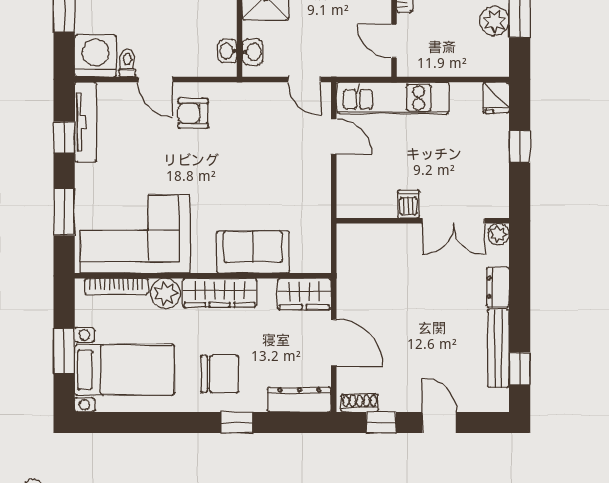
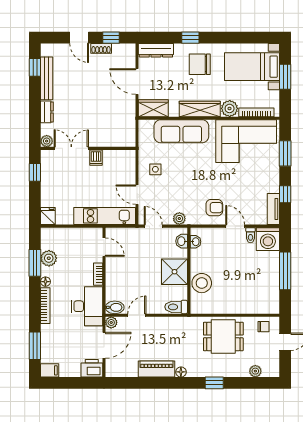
plant: (257, 93) -> (179, 219), added
tv unit: (85, 122) -> (273, 209), width x0.71
window: (520, 147) -> (35, 172), moved
side table: (300, 183) -> (155, 169), added
sofa: (253, 252) -> (181, 131), width x1.36
shoe rack: (360, 403) -> (101, 48), moved

